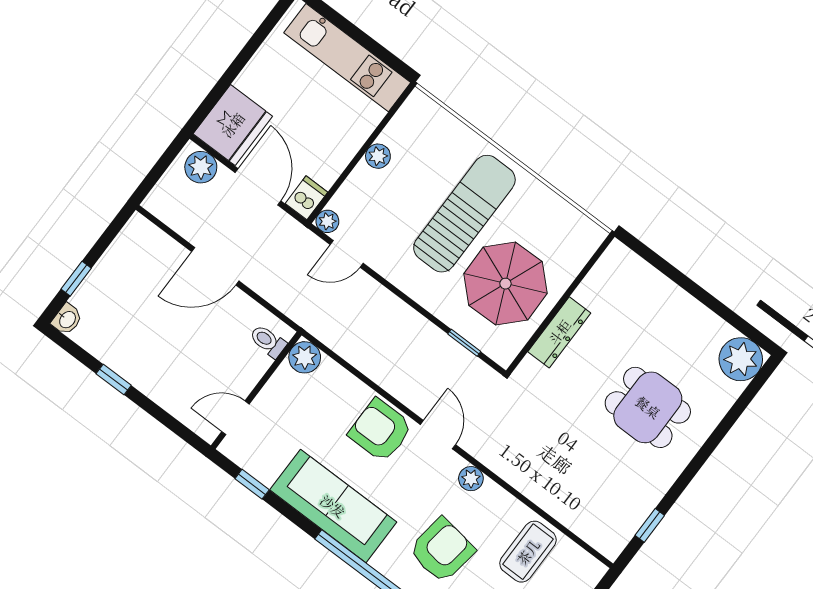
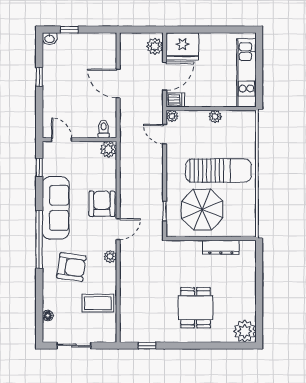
dresser: (559, 332) -> (221, 247), moved

